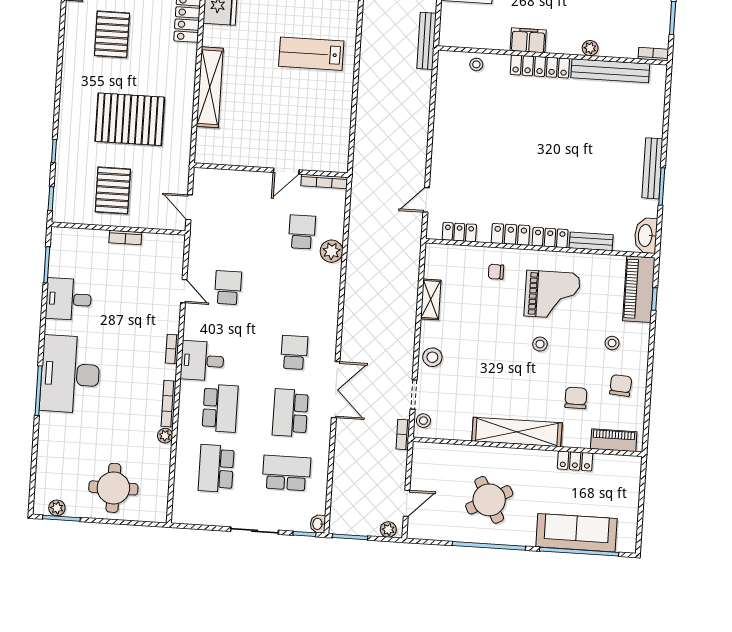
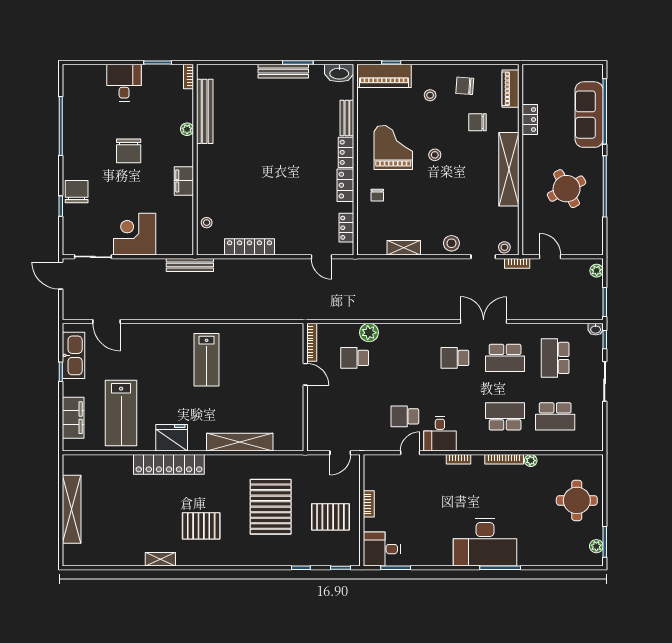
locker: (540, 67) -> (249, 247), moved, turned -90
desk: (69, 299) -> (382, 549), moved, turned 90
desk: (202, 361) -> (440, 434), moved
door: (407, 503) -> (550, 257), moved

